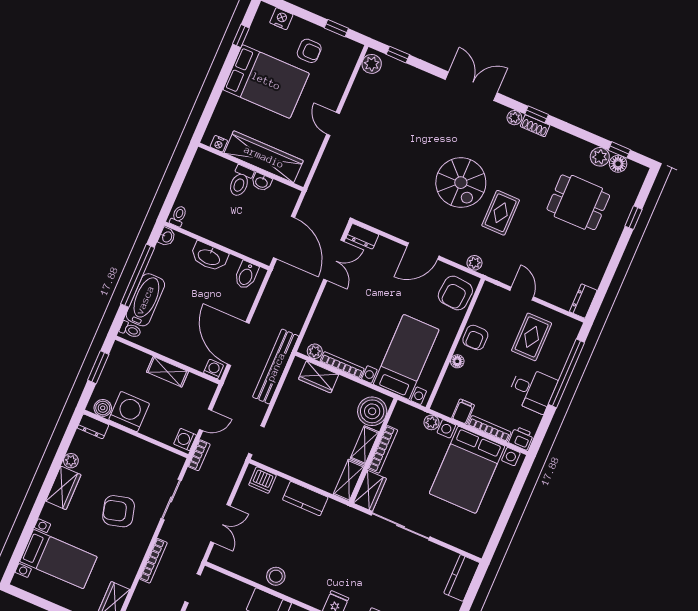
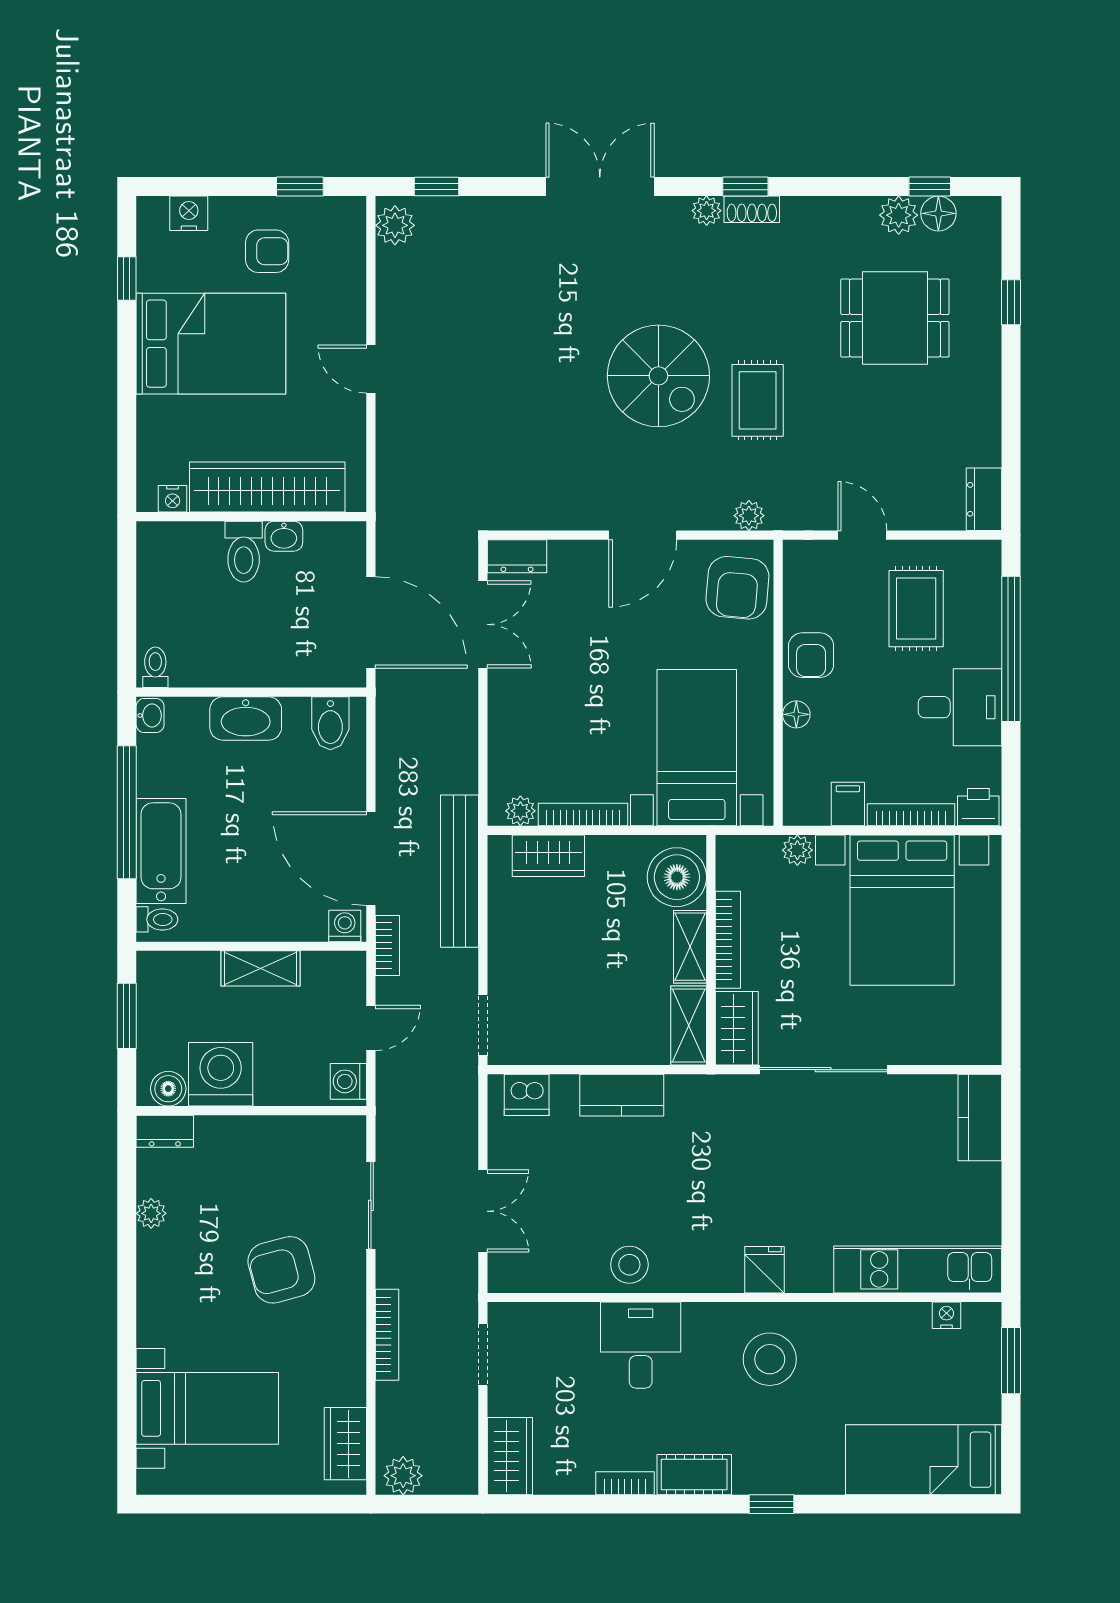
bookcase: (199, 455) -> (387, 946), moved
wardrobe: (63, 488) -> (159, 1271), removed

